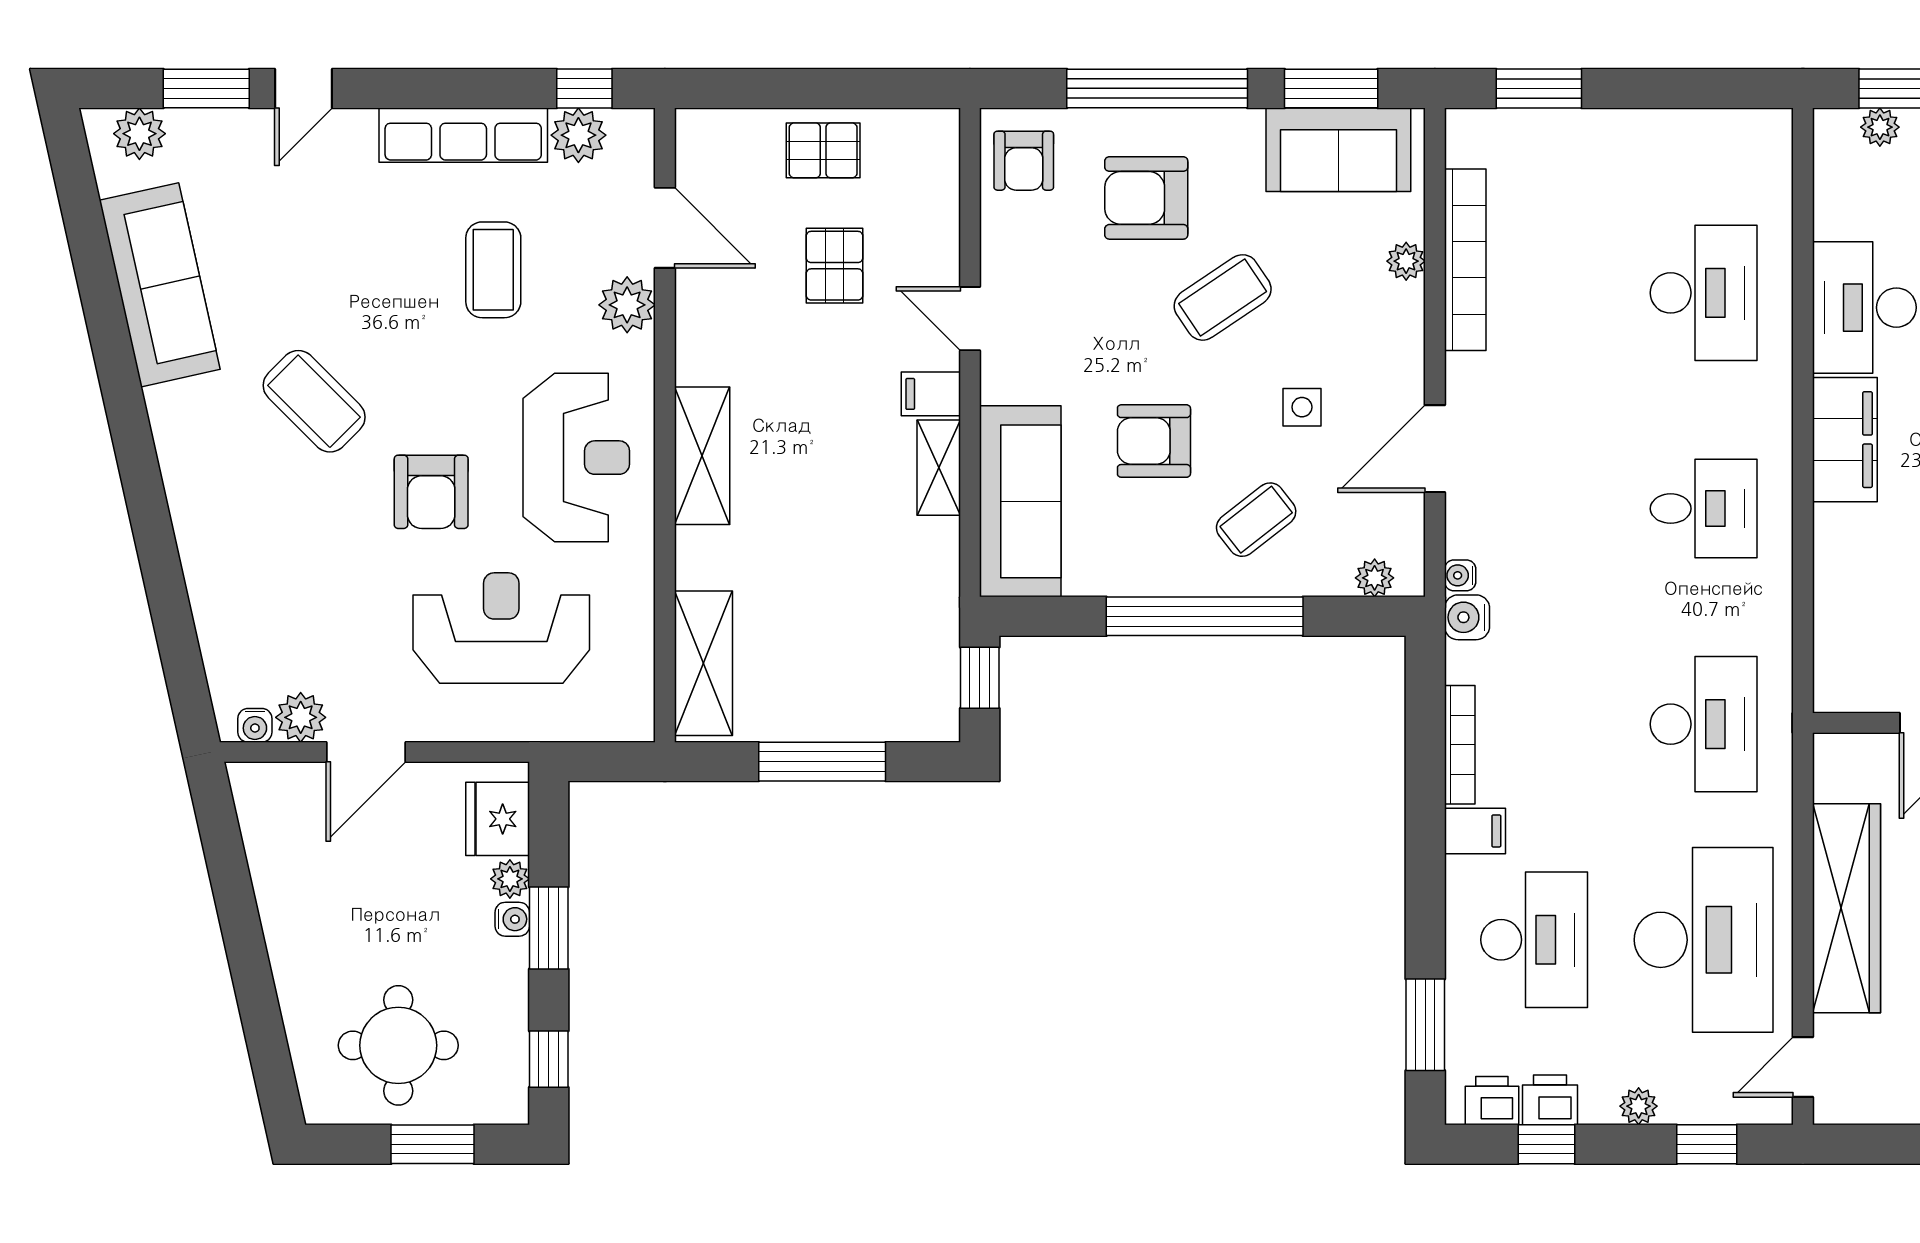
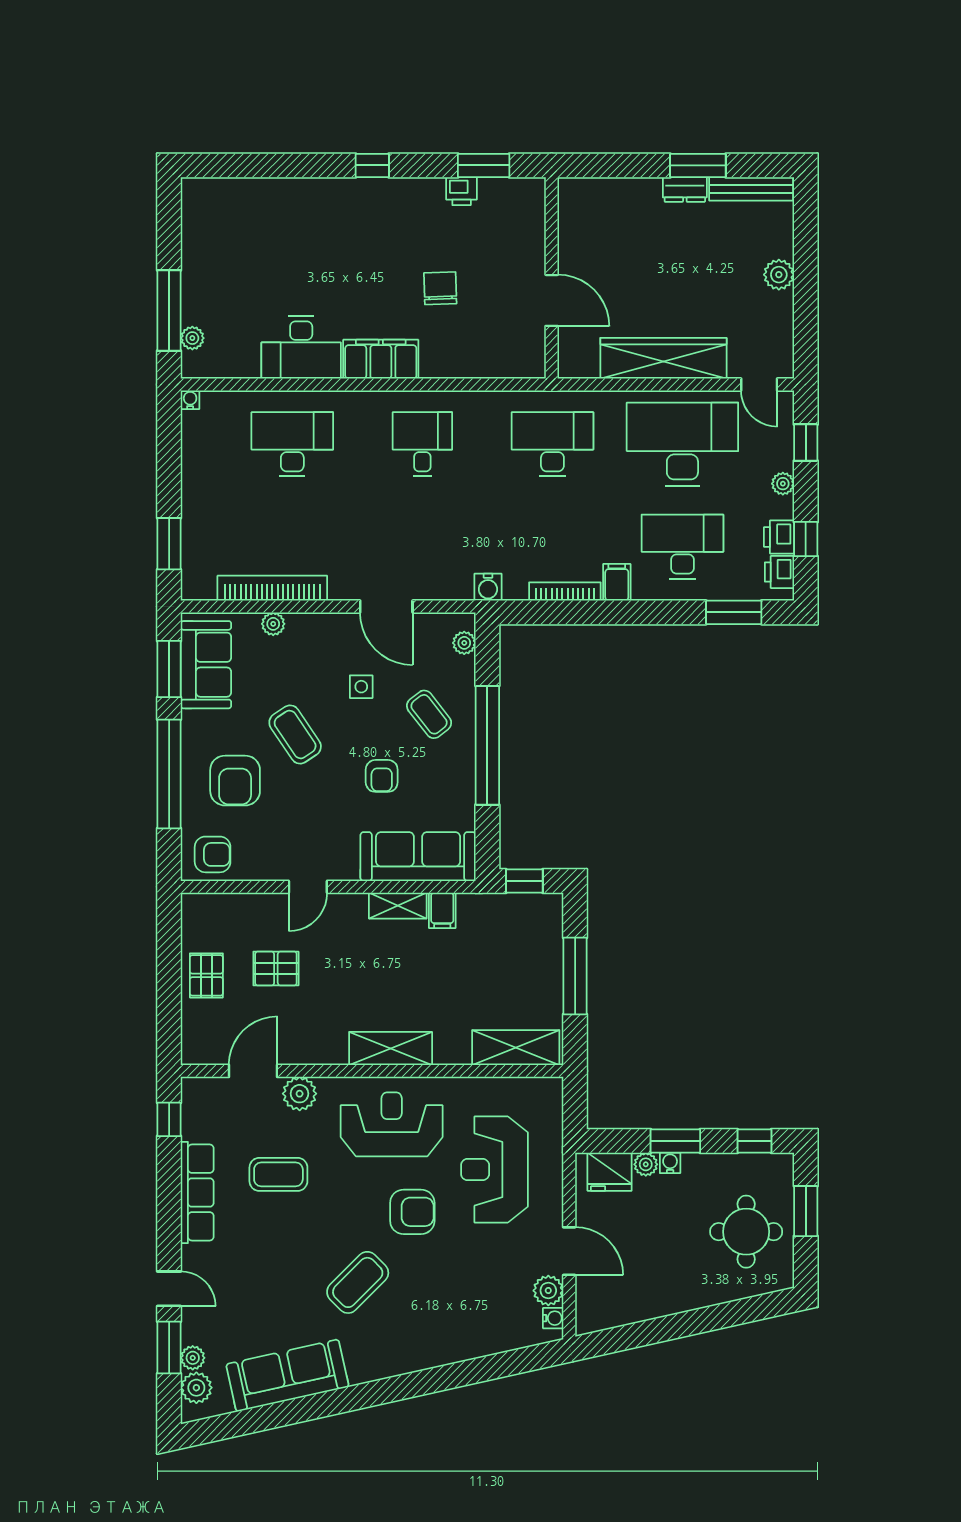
plant: (578, 135) -> (193, 1358), moved, width x0.73, depth x0.73
filing cabinet: (931, 394) -> (442, 910), moved
armchair: (1154, 441) -> (382, 776), width x0.72, depth x0.72
water cooler: (1460, 575) -> (190, 400), moved, turned 180

